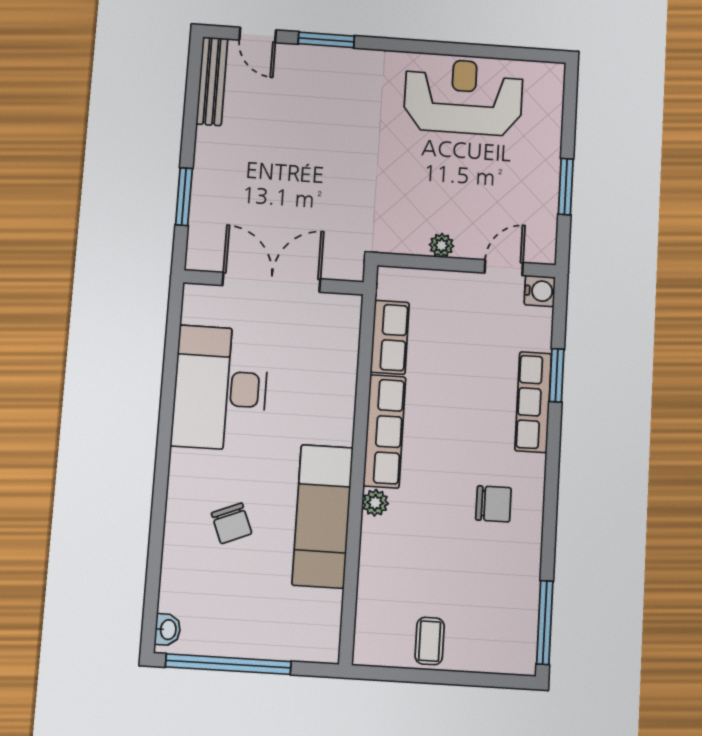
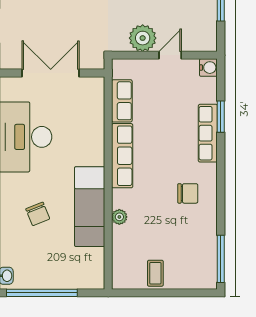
plant: (442, 245) -> (143, 38), width x1.88, depth x1.88
door: (504, 268) -> (170, 55), moved
plant: (375, 503) -> (119, 217), moved

